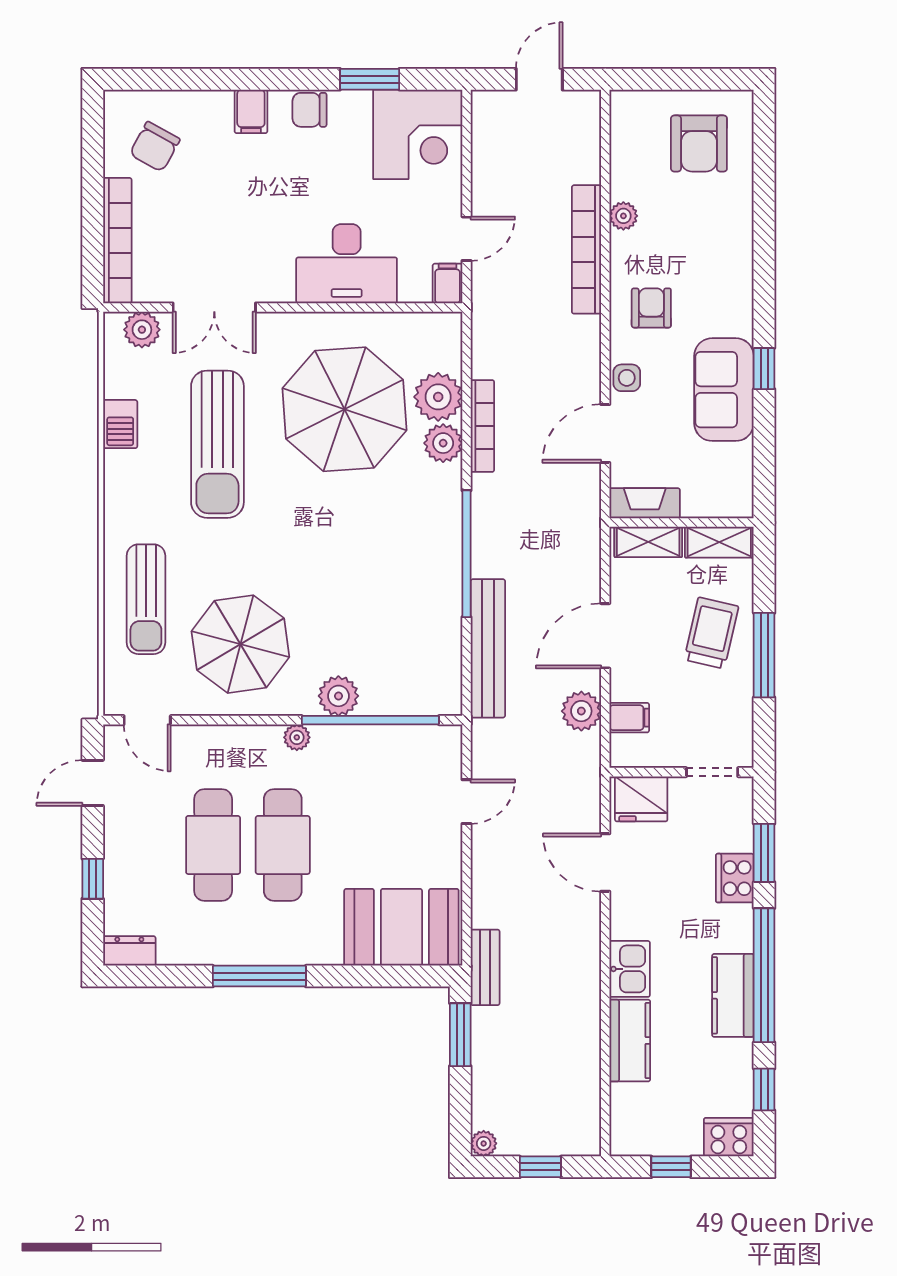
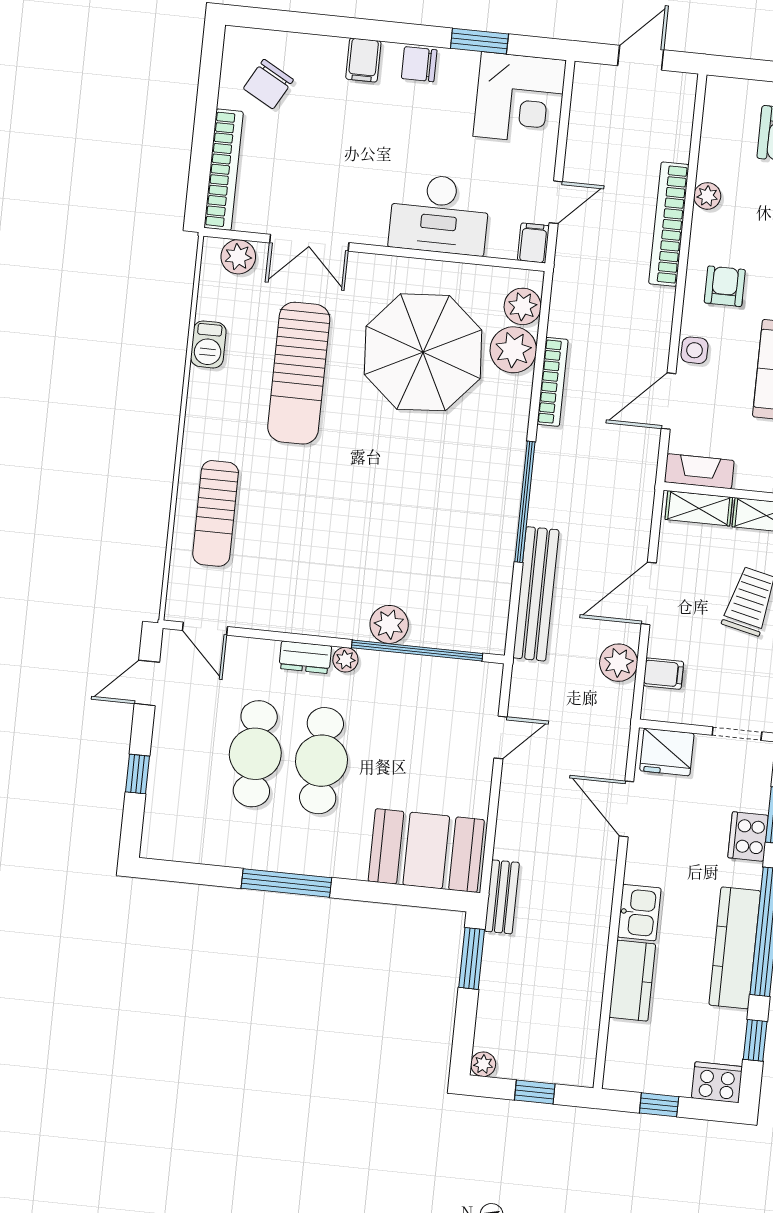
plant: (443, 443) -> (523, 306), moved
parasol: (240, 644) -> (301, 566), removed
dresser: (129, 951) -> (305, 657), moved, turned 180
kitchen counter: (733, 995) -> (735, 948), width x1.50

